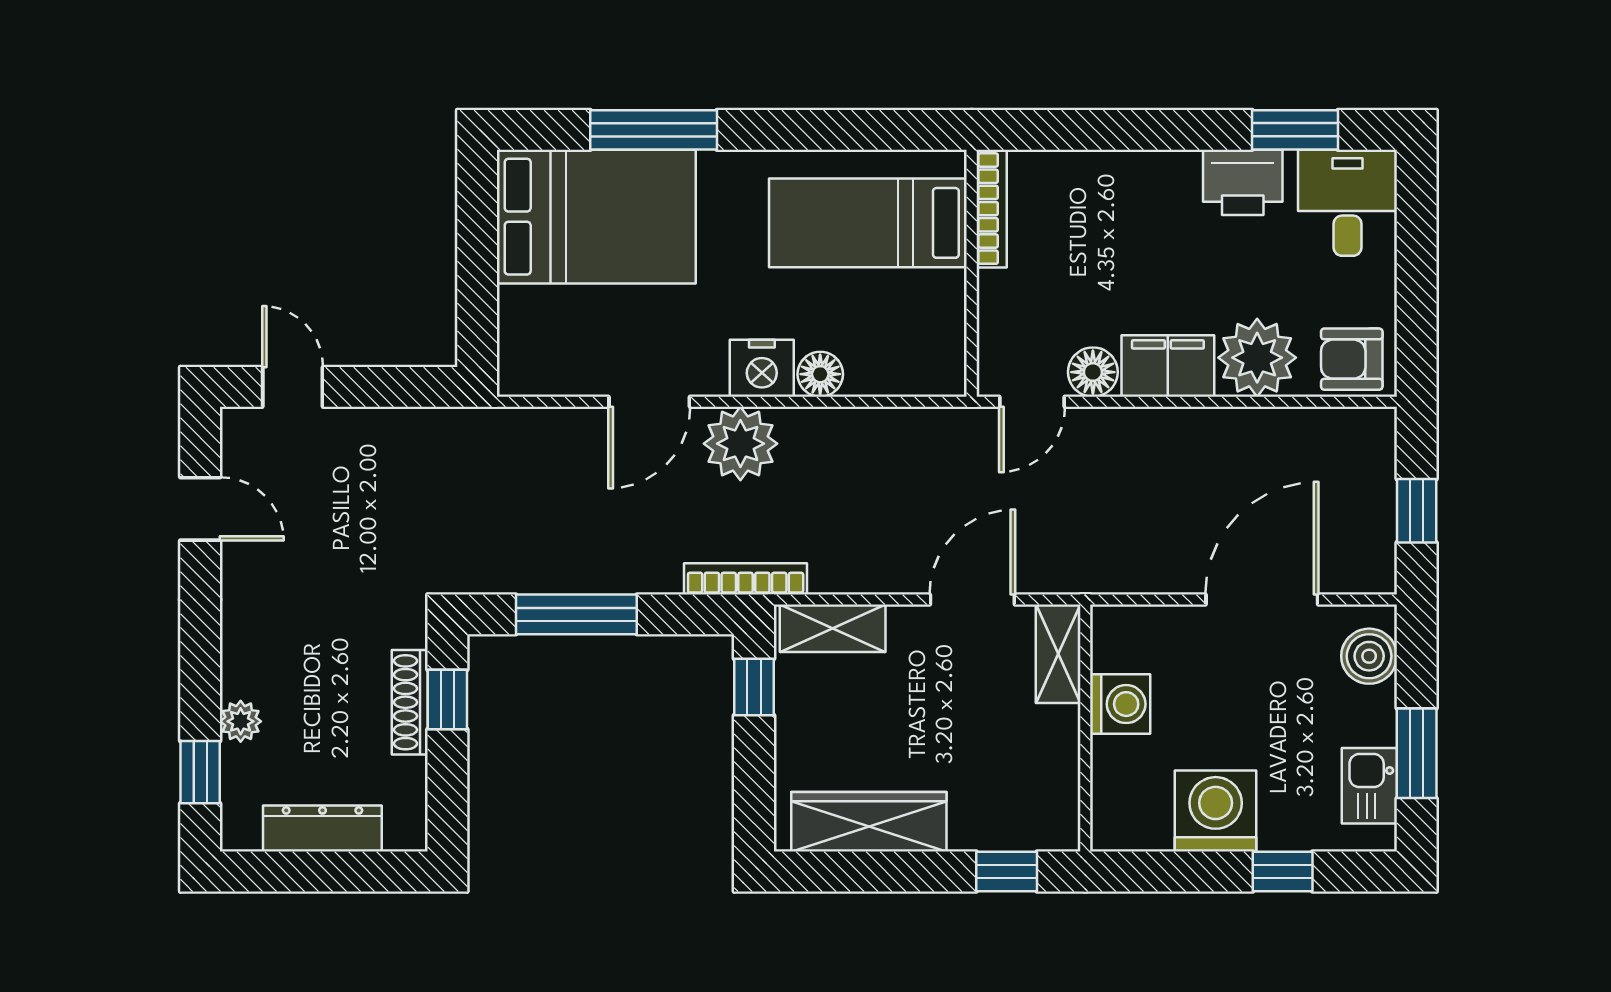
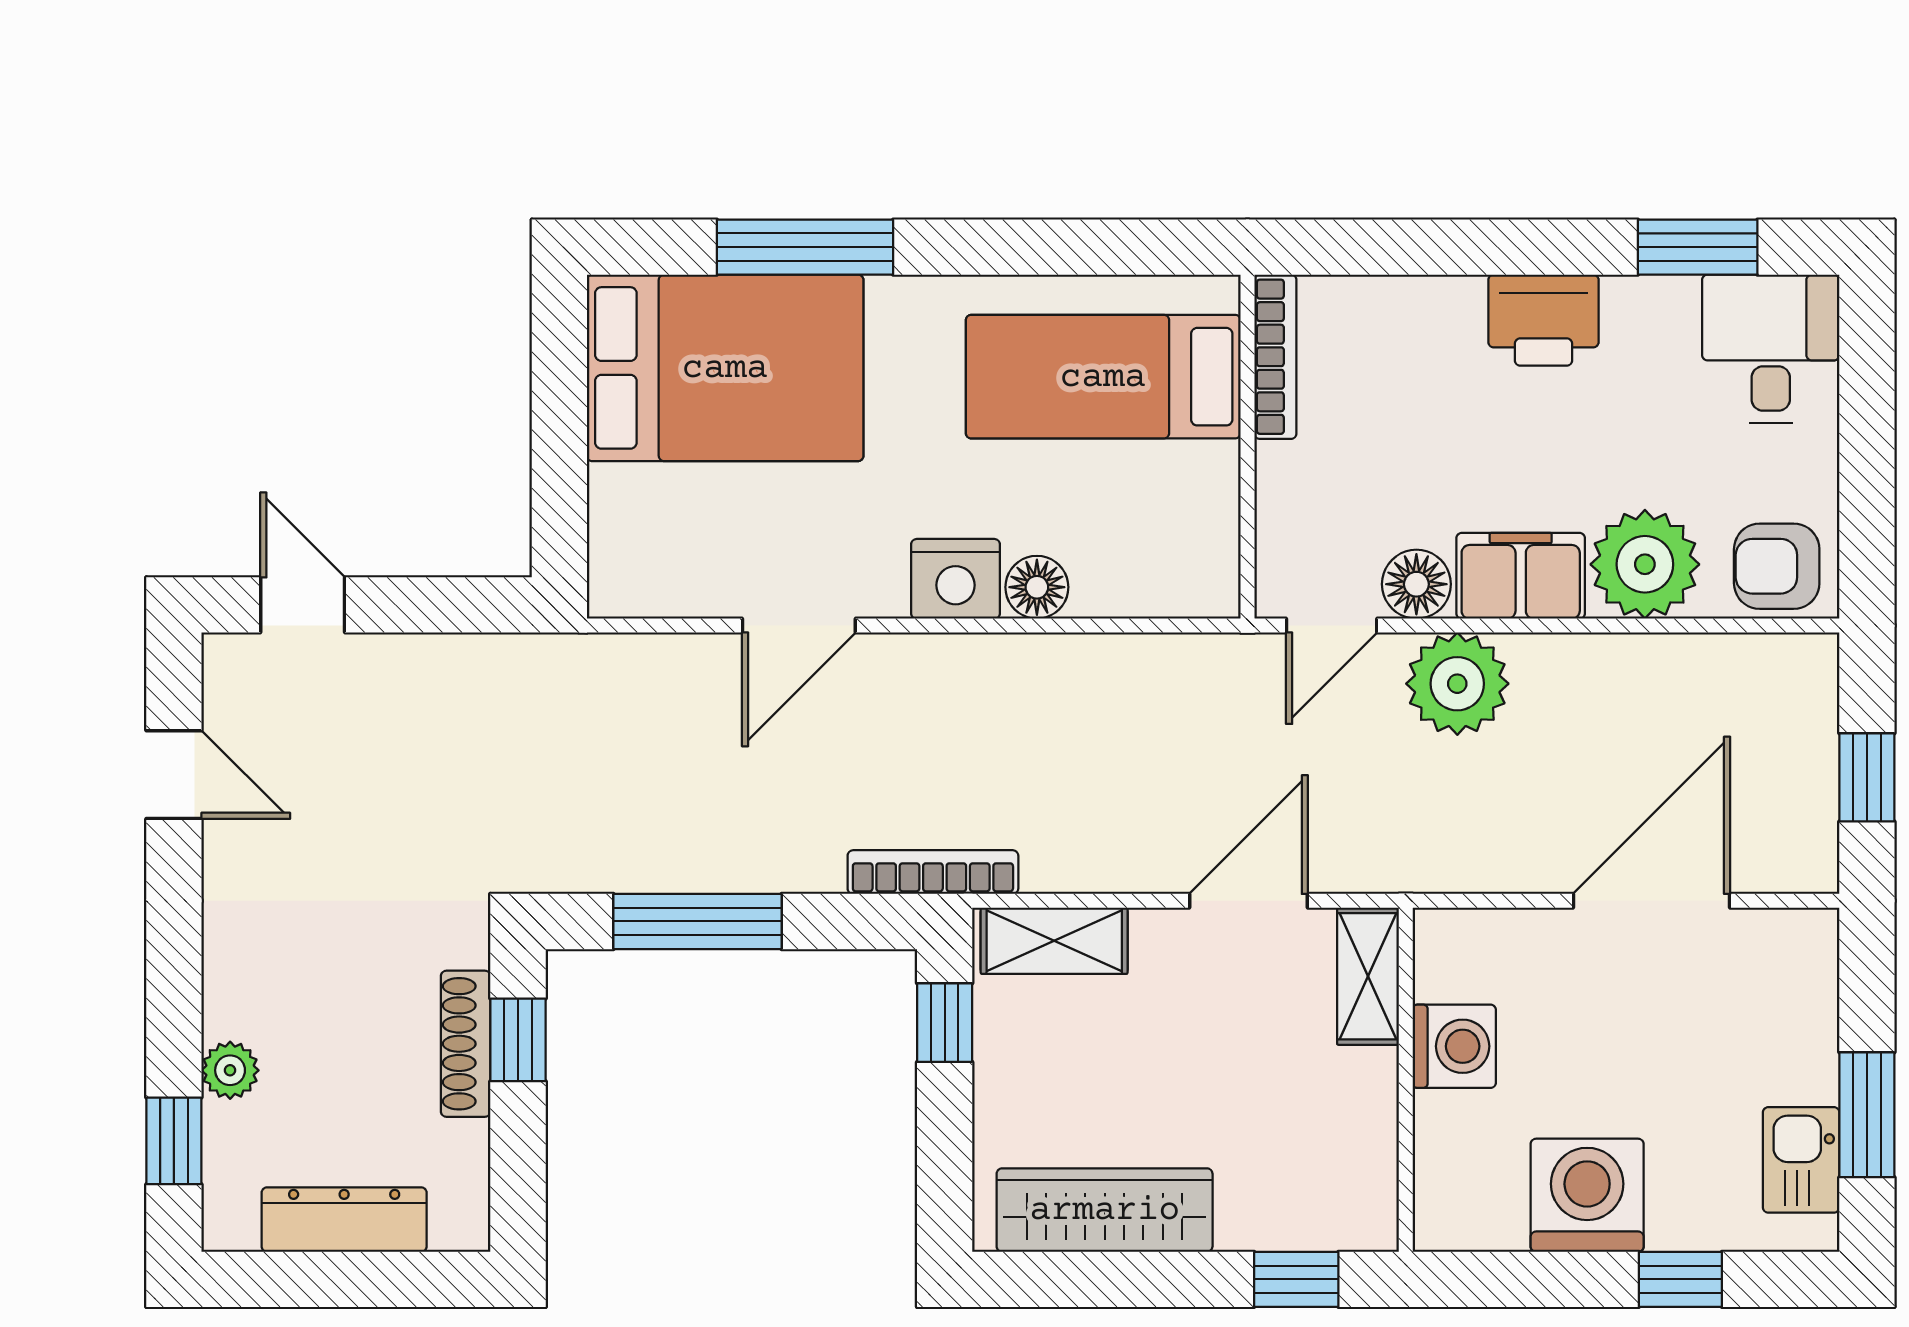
printer: (1243, 182) -> (1543, 320), moved
plant: (740, 444) -> (1457, 684), moved
boiler: (1369, 656) -> (1801, 980), removed

